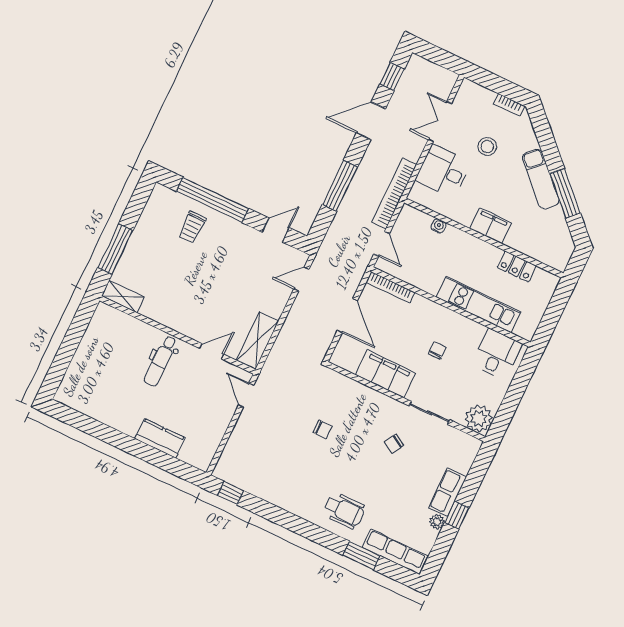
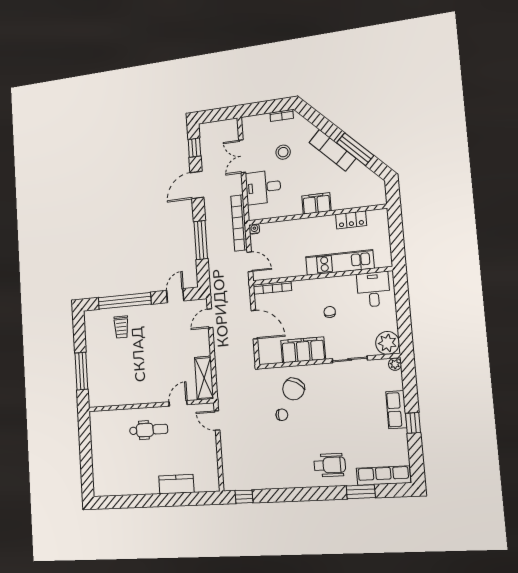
water cooler: (438, 226) -> (254, 229), moved
shelving: (123, 297) -> (102, 400), removed
dental chair: (160, 361) -> (149, 430), turned -90
chair: (394, 444) -> (293, 389), moved, width x1.87, depth x1.87
plant: (437, 522) -> (395, 364), moved

